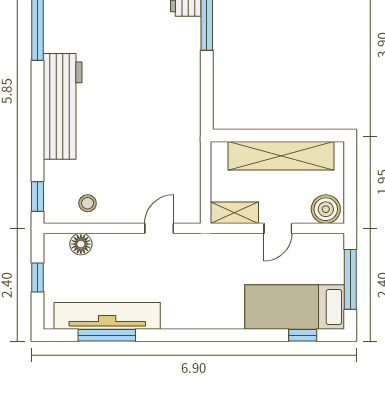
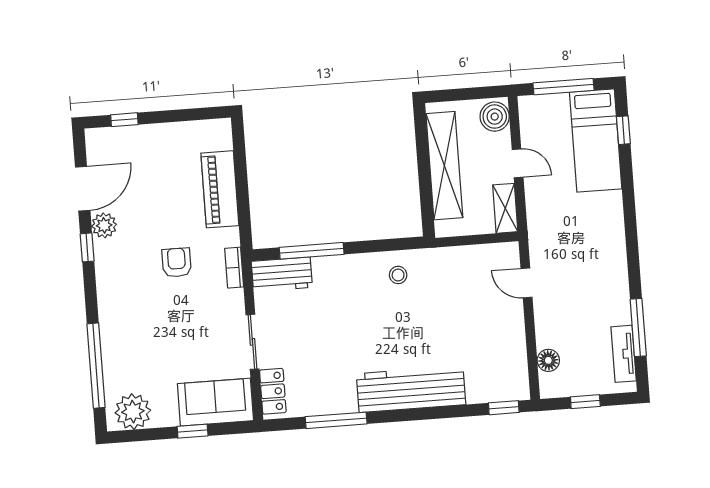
stool: (88, 203) -> (398, 275), moved
tv unit: (107, 316) -> (624, 354), width x0.52, depth x0.78

